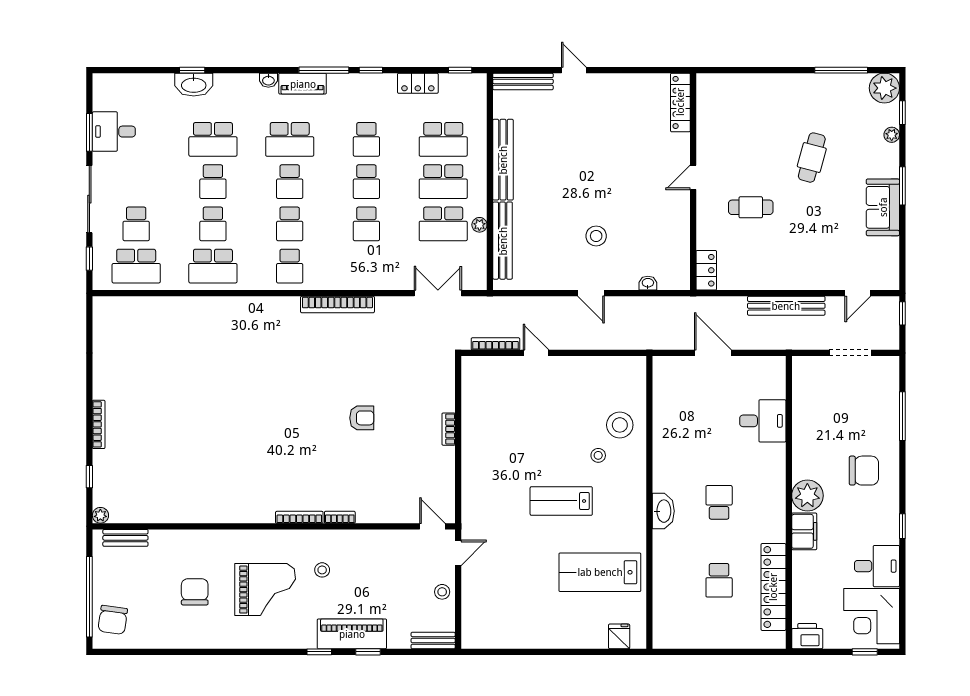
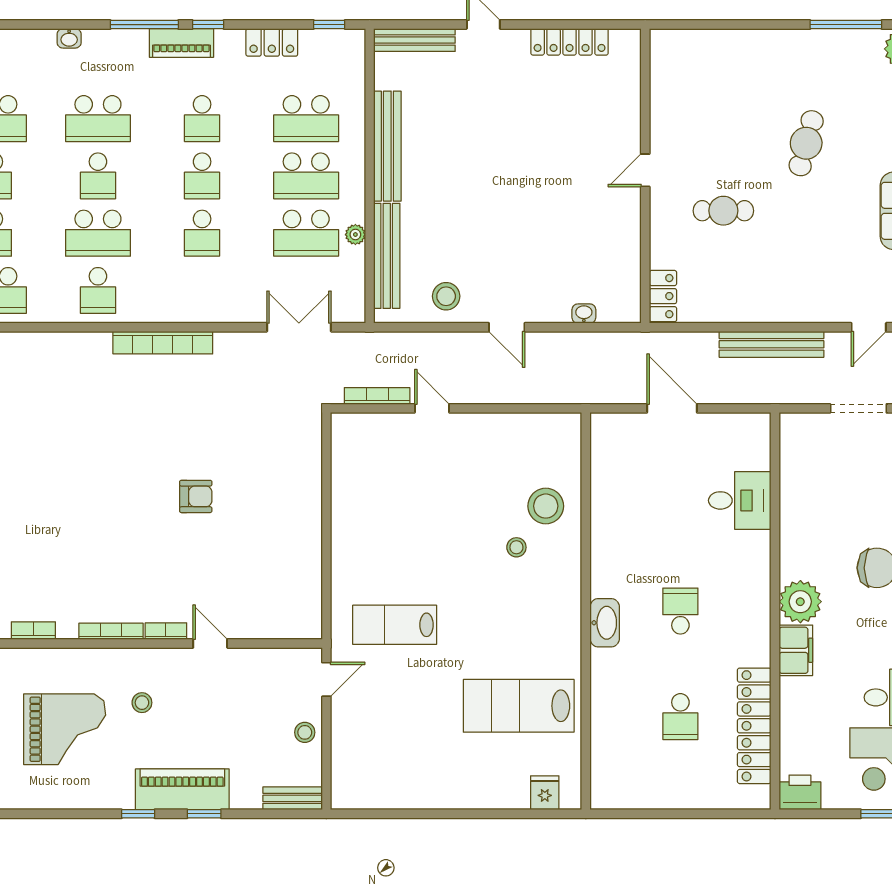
piano: (303, 84) -> (181, 43), moved
locker: (680, 102) -> (570, 42), moved, turned -90
school desk: (290, 224) -> (98, 233), width x1.85
stool: (596, 236) -> (446, 296), moved
bookcase: (449, 429) -> (33, 631), moved, turned 90
lab bench: (561, 501) -> (395, 625), moved
door: (432, 526) -> (210, 643), moved

